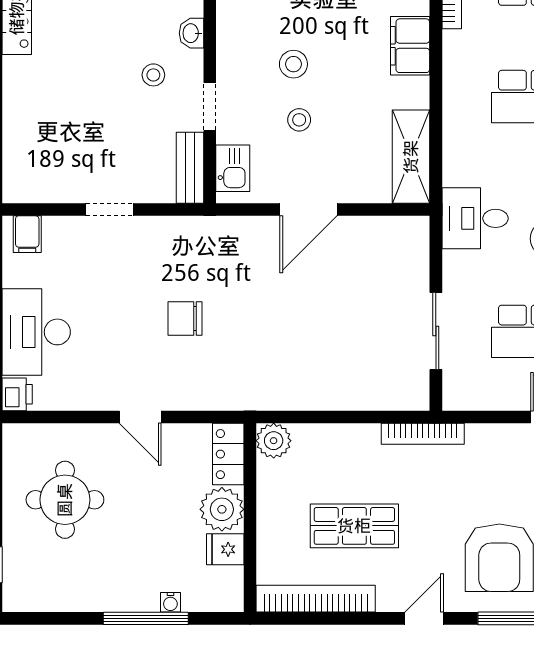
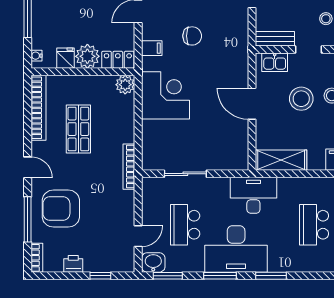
stool: (299, 120) -> (301, 99), width x1.89, depth x1.89
desk: (475, 218) -> (253, 195), width x1.37
chair: (185, 319) -> (192, 36), turned 90
corner desk: (293, 367) -> (165, 95), added
filing cabinet: (207, 392) -> (152, 48), added
water cooler: (170, 602) -> (36, 56), moved

